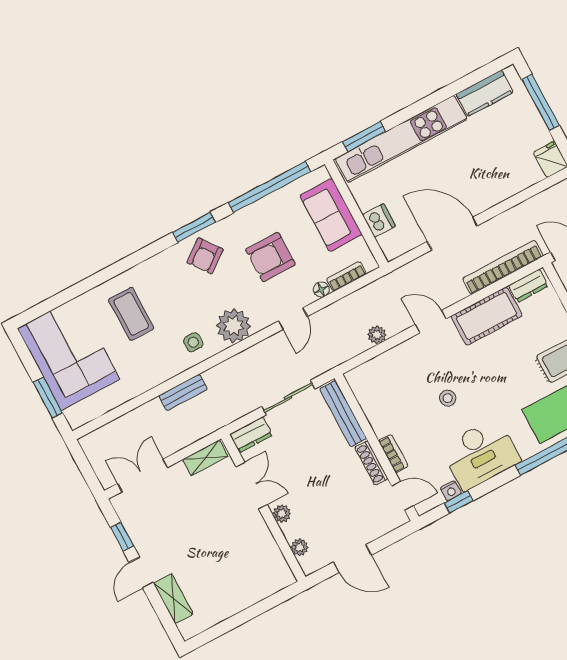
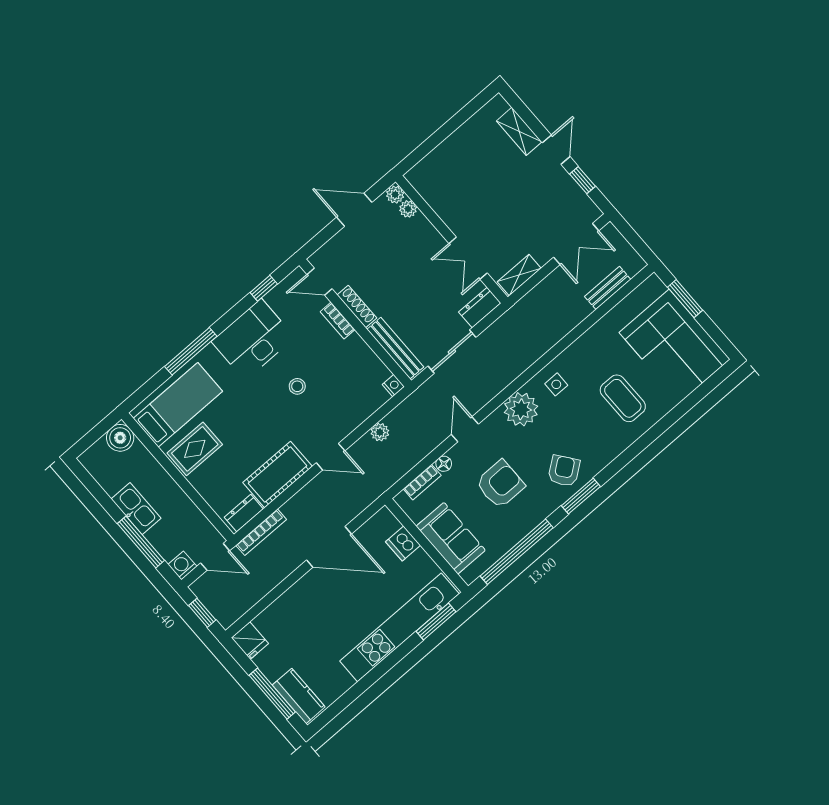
kitchen counter: (485, 93) -> (299, 696), moved, turned 90
bookcase: (503, 267) -> (261, 532), width x0.68, depth x0.76
bench: (183, 392) -> (608, 288), moved
nightstand: (451, 491) -> (393, 386), moved, turned 90
plant: (282, 514) -> (395, 195), moved

